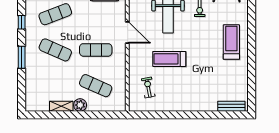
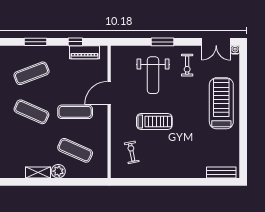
door: (127, 32) -> (109, 93), swing flipped
treadmill: (231, 42) -> (221, 103), width x1.37, depth x1.38
treadmill: (169, 59) -> (154, 122), turned 180

